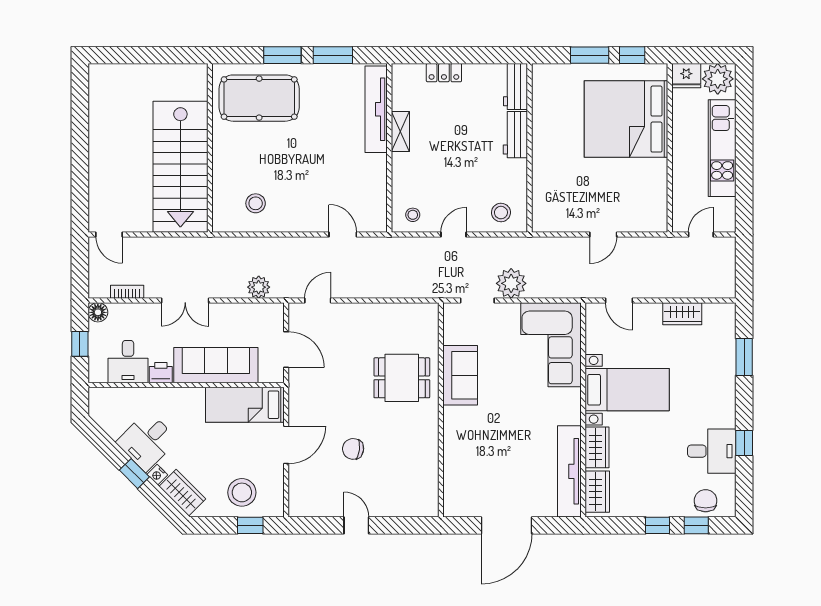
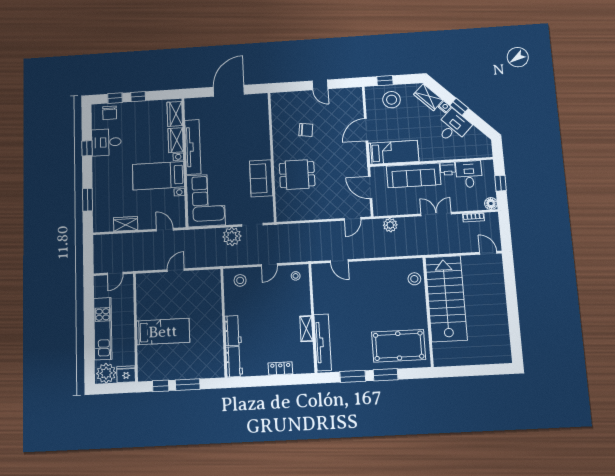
bed: (626, 119) -> (163, 332), width x0.49
stool: (256, 203) -> (414, 279), moved
chair: (353, 449) -> (306, 130), moved
tv unit: (569, 471) -> (193, 147), moved

